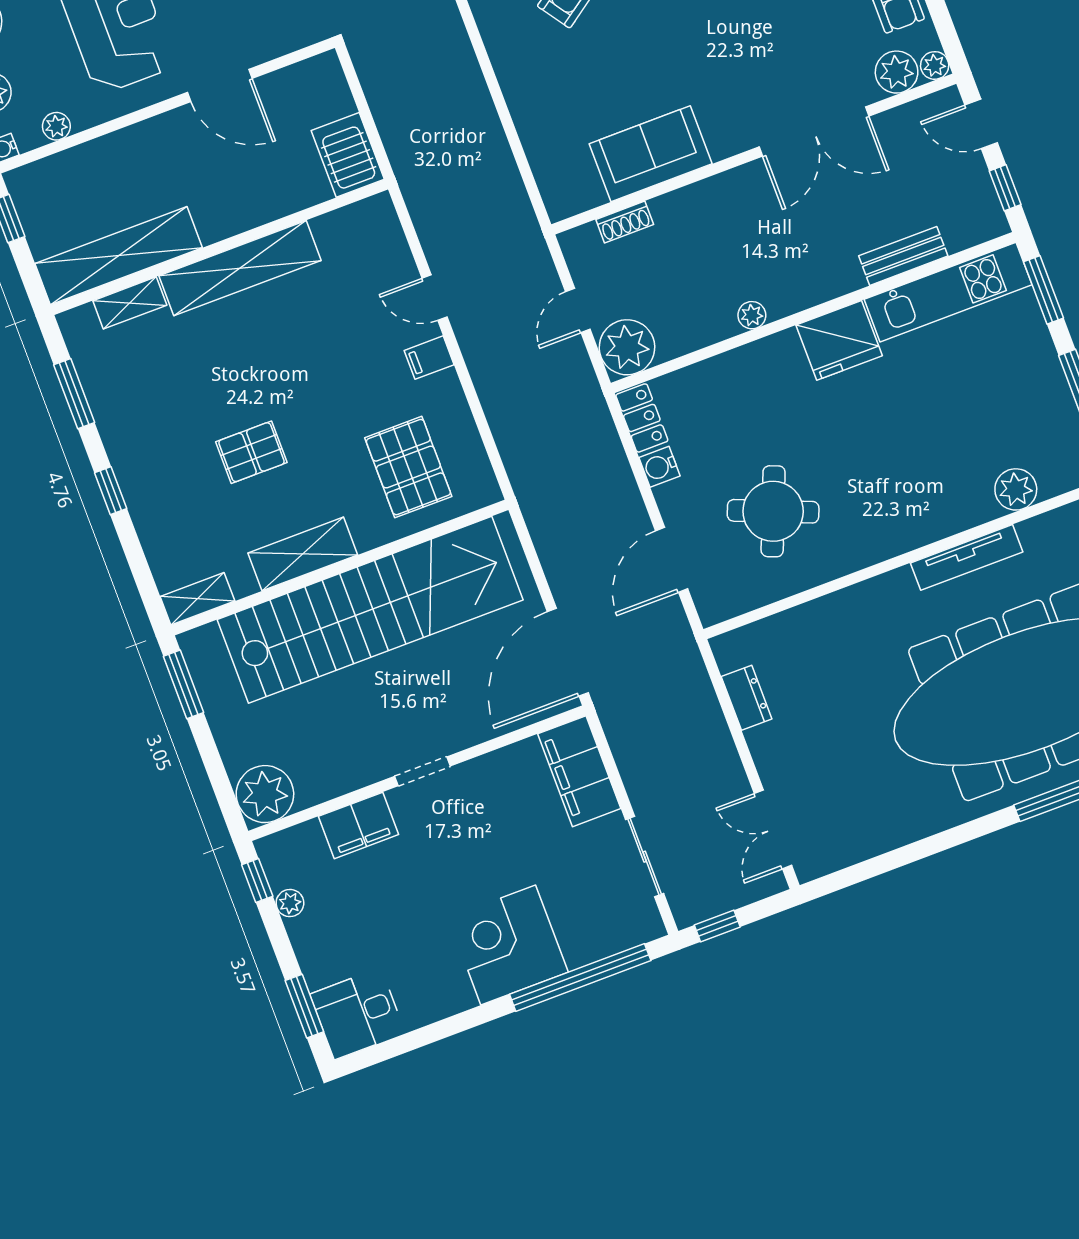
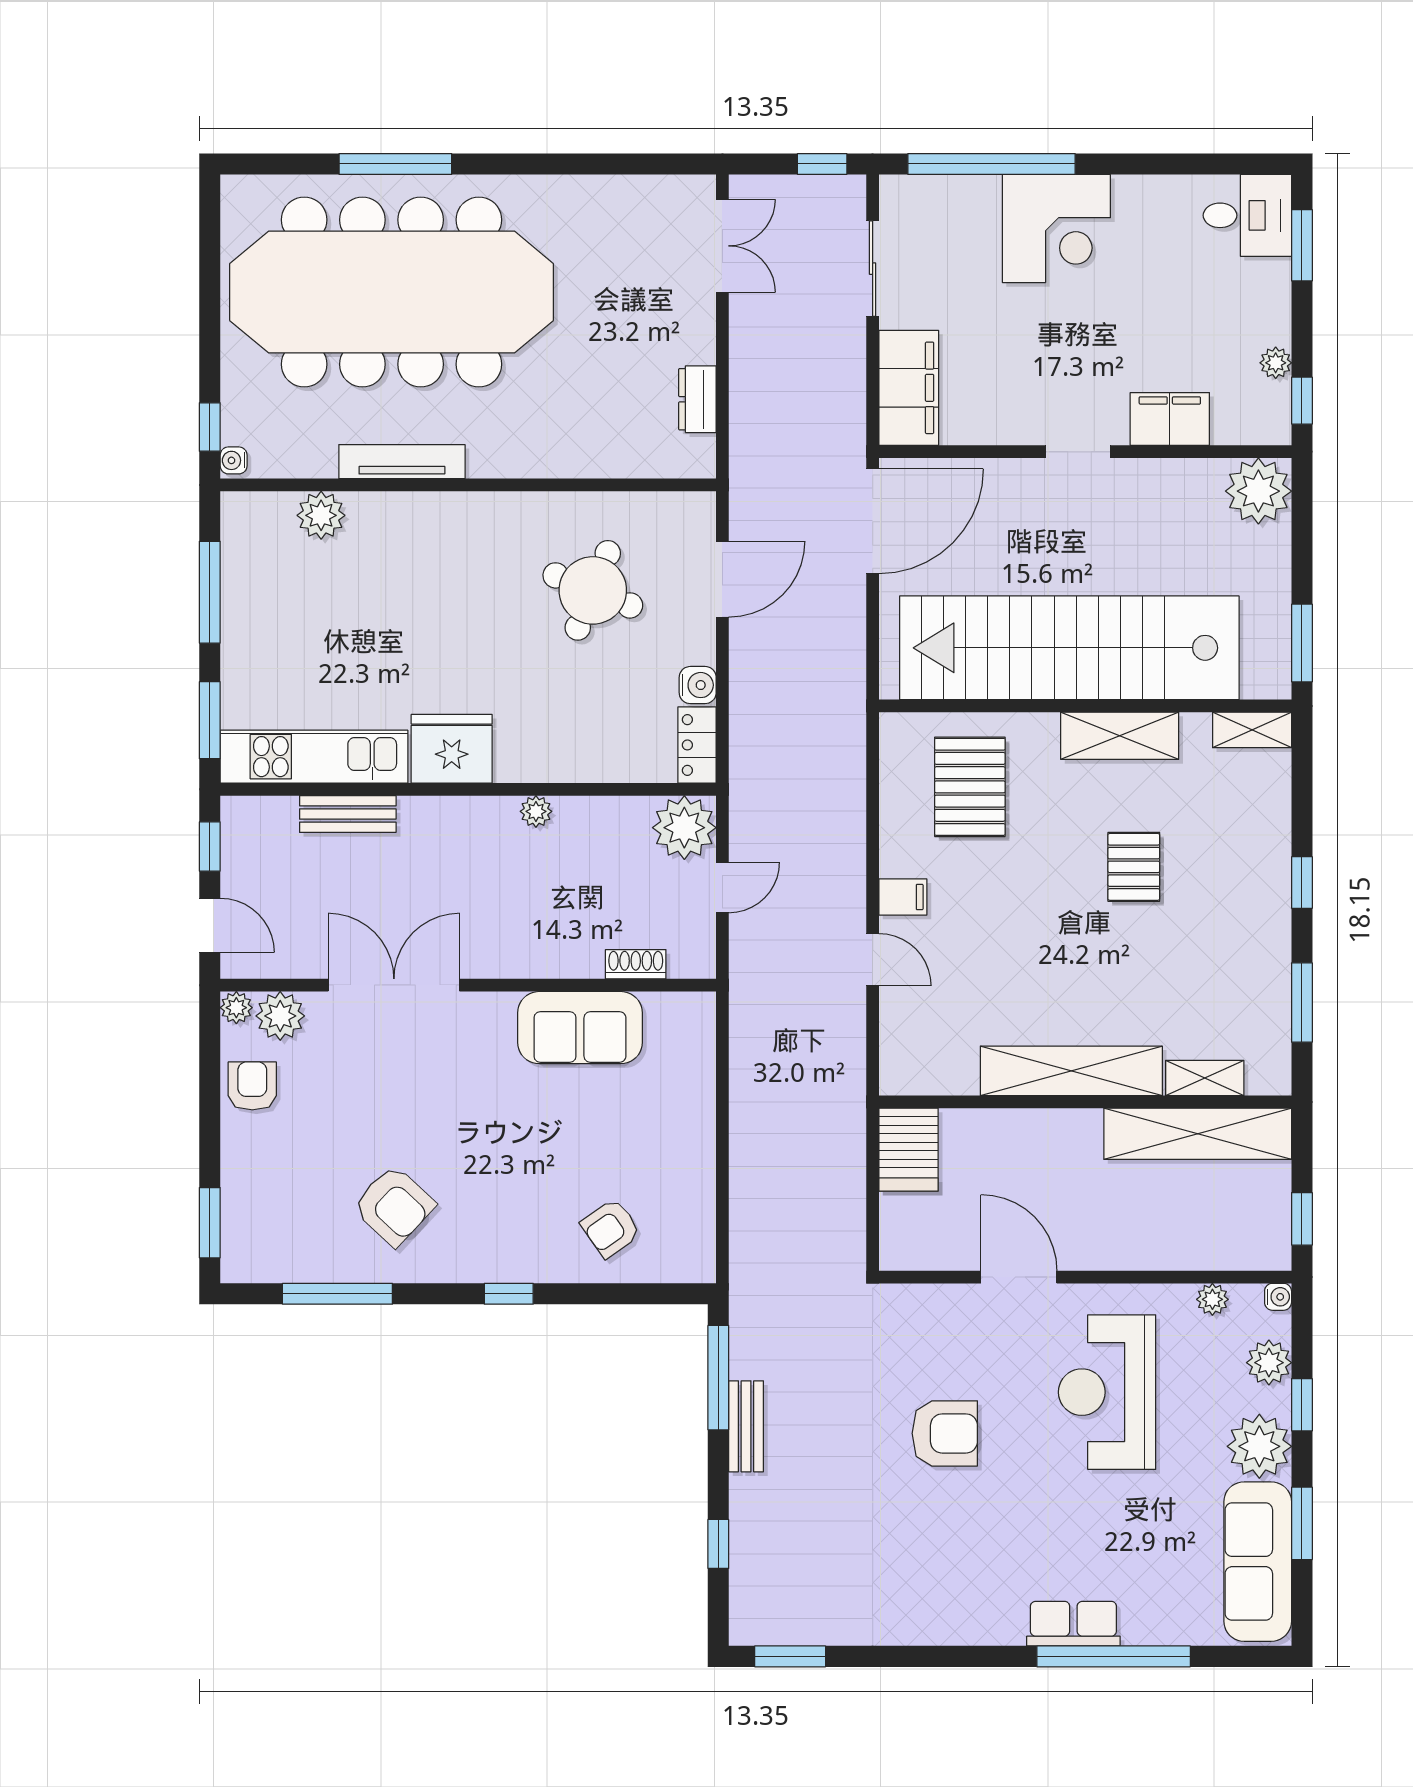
pallet: (251, 452) -> (1134, 867), turned 90

